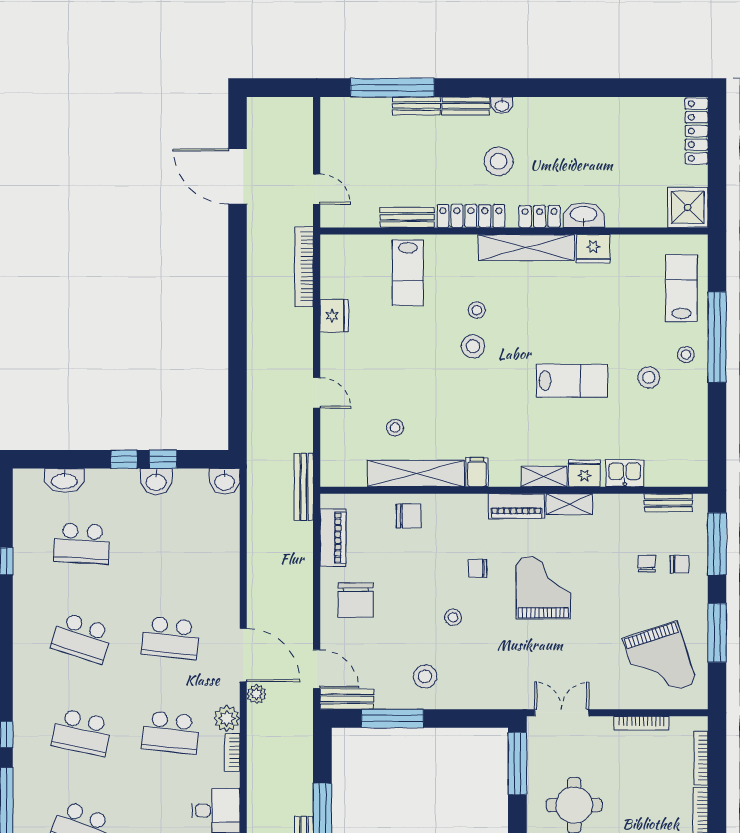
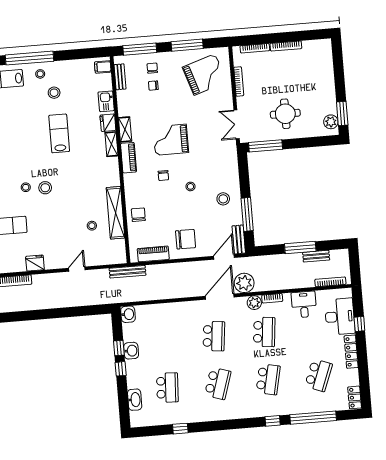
filing cabinet: (477, 472) -> (103, 67), moved
plant: (257, 694) -> (244, 283), width x1.87, depth x1.87

